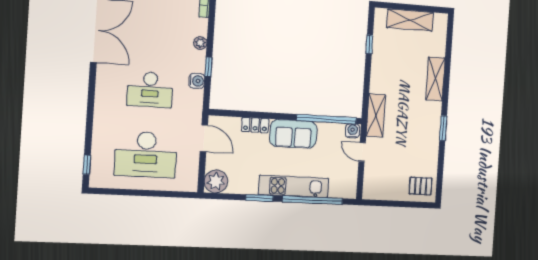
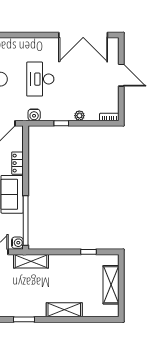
water cooler: (197, 81) -> (34, 115), moved

